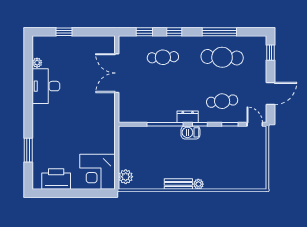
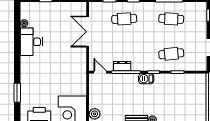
cafe table: (222, 57) -> (171, 19), width x0.73, depth x0.74
dresser: (188, 117) -> (122, 66), moved
door: (255, 124) -> (100, 72), moved

